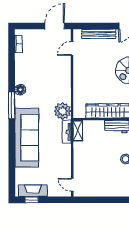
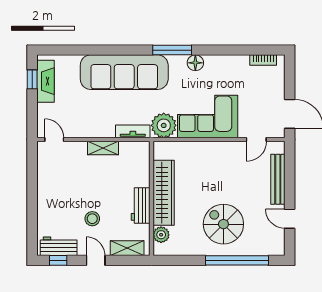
door: (72, 48) -> (256, 140), swing flipped
corner sofa: (57, 81) -> (208, 116), added
shelving: (78, 131) -> (103, 148), moved
door: (72, 185) -> (54, 140), hinge flipped

